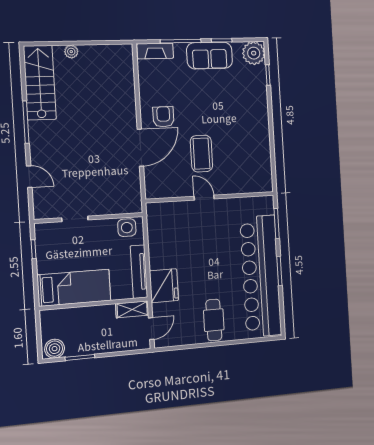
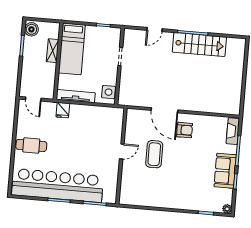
plant: (71, 52) -> (239, 71), removed
plant: (254, 53) -> (227, 209), width x0.53, depth x0.53
stairs: (40, 83) -> (199, 45), moved
coffee table: (201, 154) -> (154, 154), turned 90
fridge: (164, 286) -> (63, 110), width x0.53, depth x0.75
shelving: (132, 309) -> (53, 51), moved

